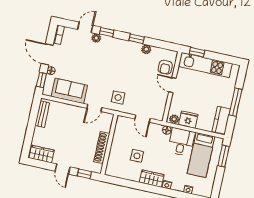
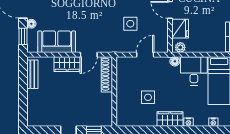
side table: (118, 97) -> (130, 24), moved
door: (143, 119) -> (145, 55), swing flipped
fridge: (188, 120) -> (180, 29), moved, turned 90
shoe rack: (102, 148) -> (107, 74), moved
wardrobe: (42, 154) -> (67, 64), moved, turned 180

